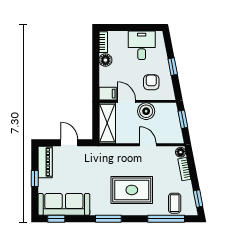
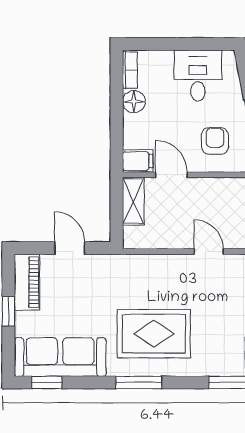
boiler: (146, 111) -> (206, 192), removed
shelving: (107, 123) -> (133, 201), width x0.67, depth x0.75
rug: (132, 190) -> (154, 334), moved

